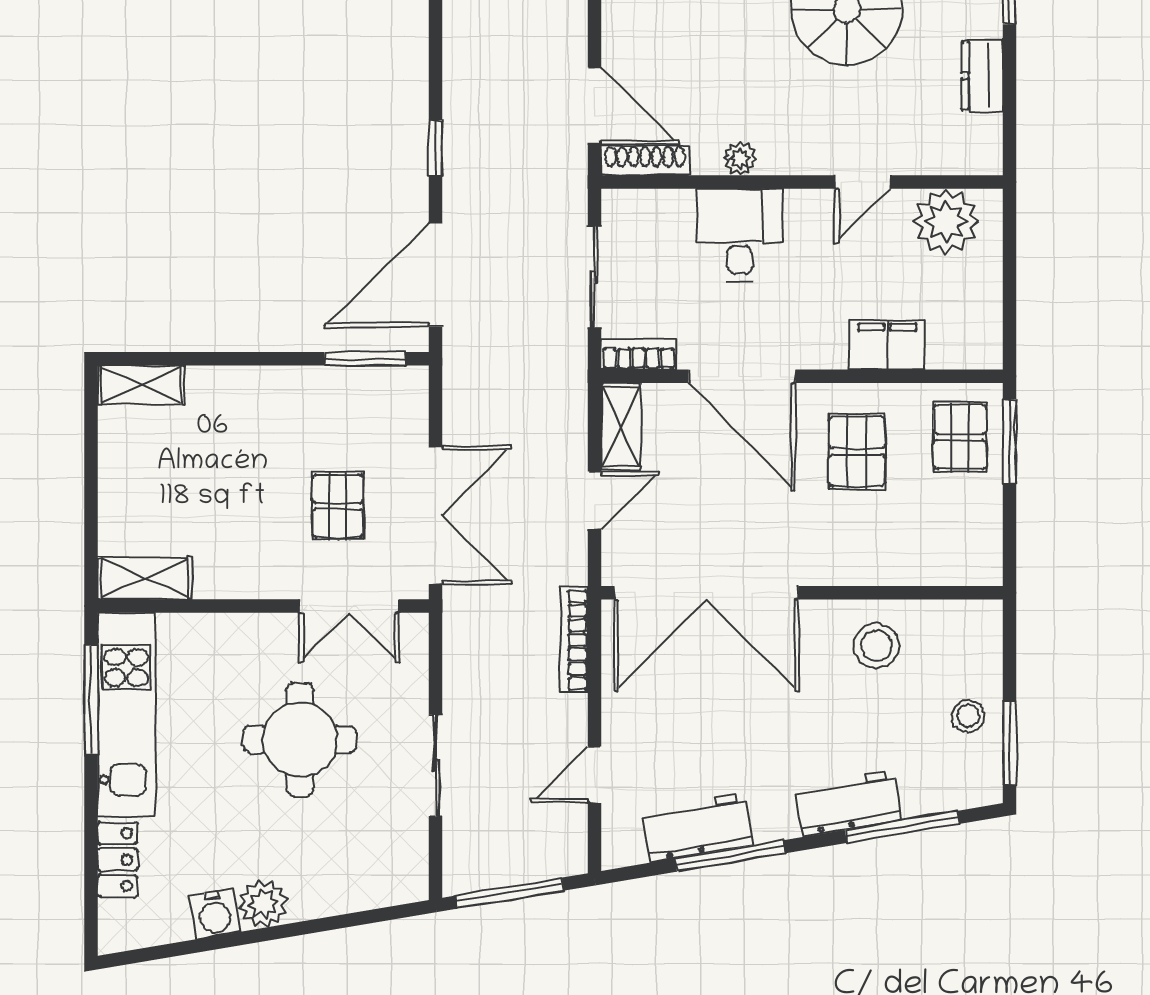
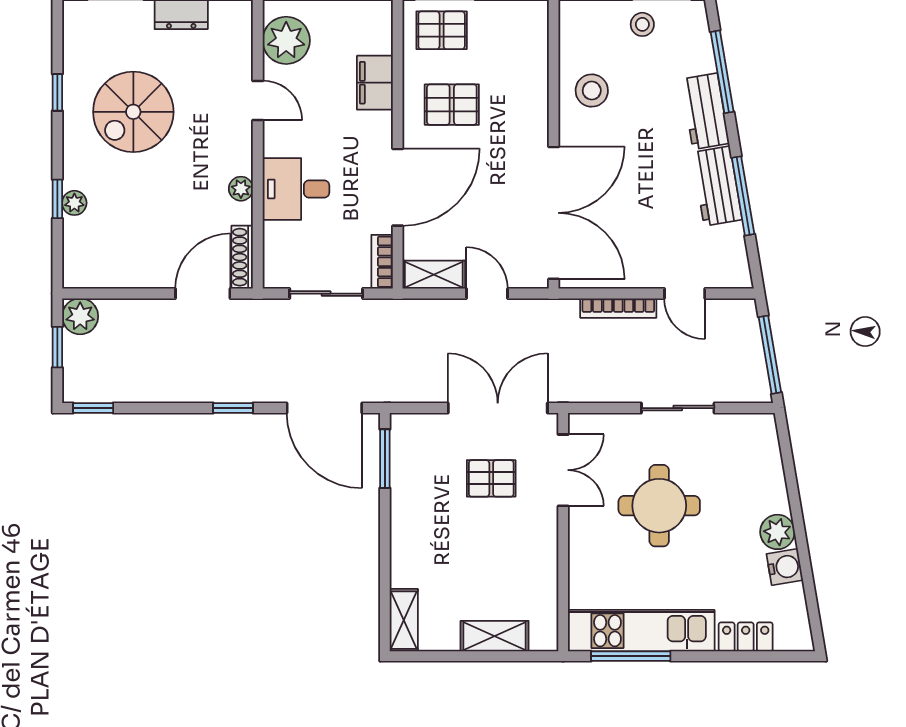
shelving: (145, 578) -> (495, 636), moved, turned 90
bookcase: (574, 640) -> (618, 308), moved
workbench: (697, 827) -> (717, 186), moved

